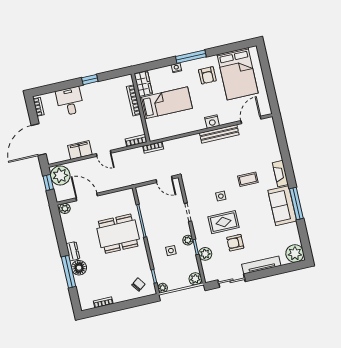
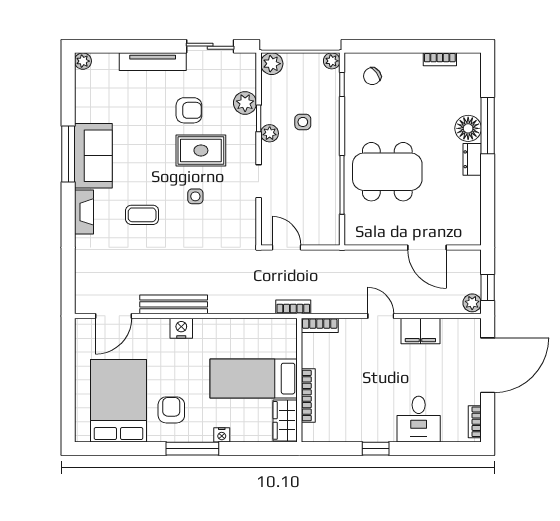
plant: (60, 175) -> (472, 303), width x0.53, depth x0.53
plant: (65, 208) -> (469, 236), removed
plant: (295, 253) -> (83, 61), width x0.53, depth x0.53

